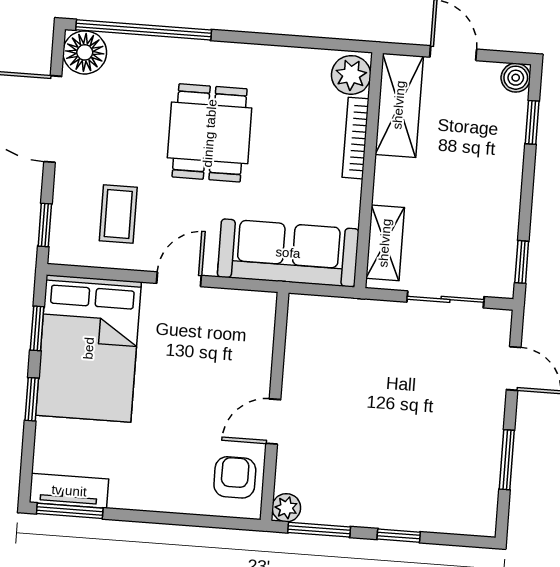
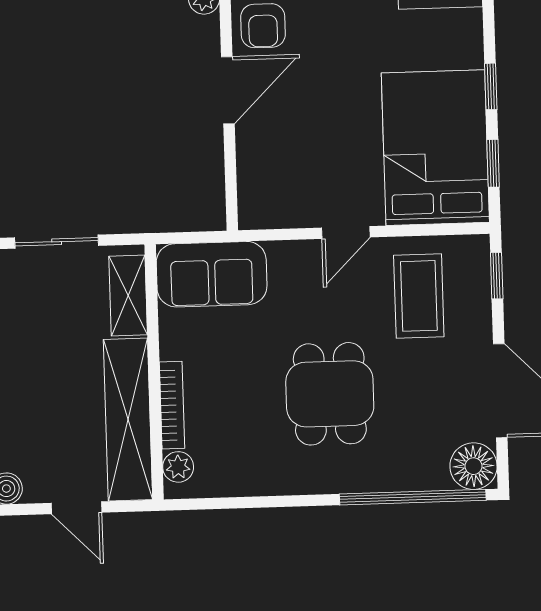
plant: (351, 75) -> (178, 467), width x0.73, depth x0.73
shelving: (399, 105) -> (128, 420), width x1.47
coffee table: (118, 214) -> (419, 296), width x1.36, depth x1.30
sofa: (288, 253) -> (212, 274), width x0.73
door: (273, 422) -> (228, 90), width x1.38

